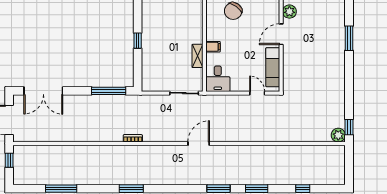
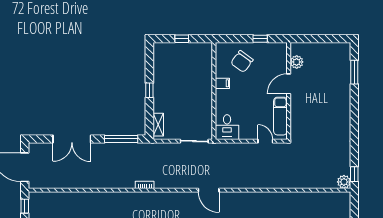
window: (349, 38) -> (354, 72), moved
filing cabinet: (213, 47) -> (222, 83), moved
shelving: (197, 56) -> (158, 125), moved
double door: (43, 91) -> (72, 139), moved
door: (199, 144) -> (209, 190), swing flipped

